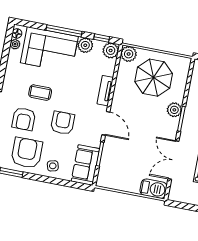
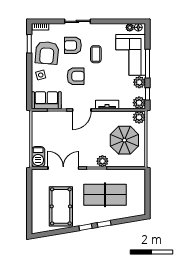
armchair: (27, 153) -> (47, 53), turned 95

